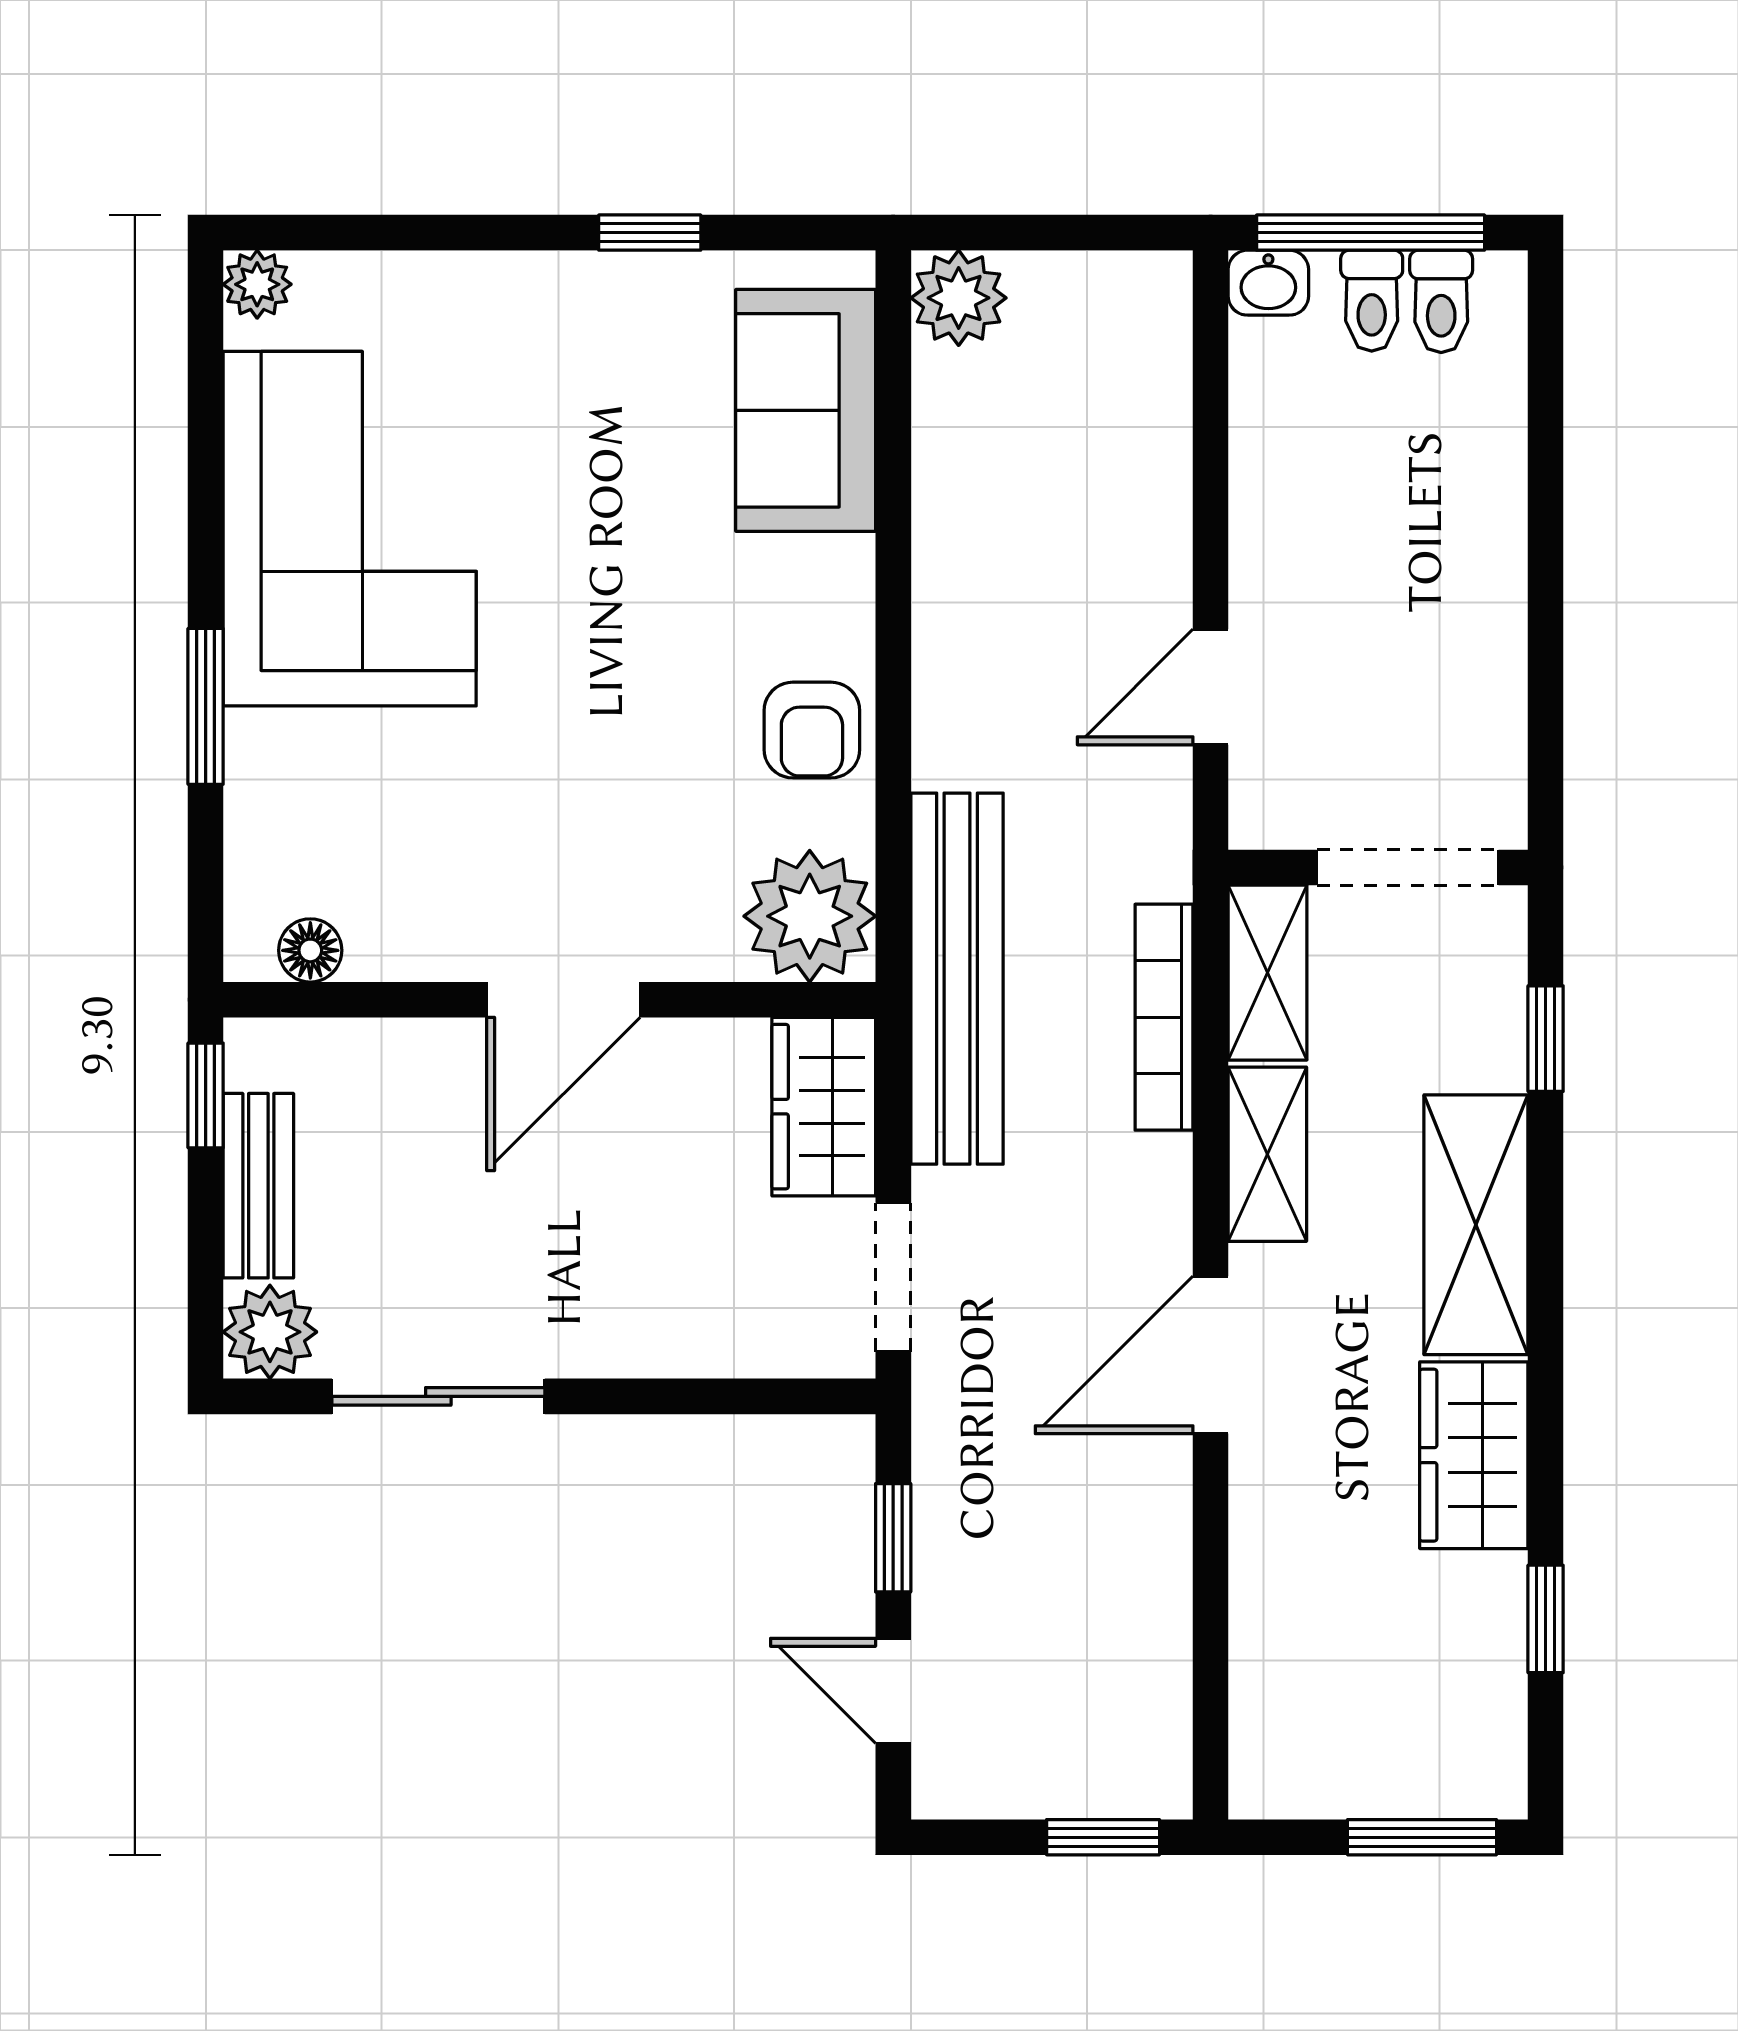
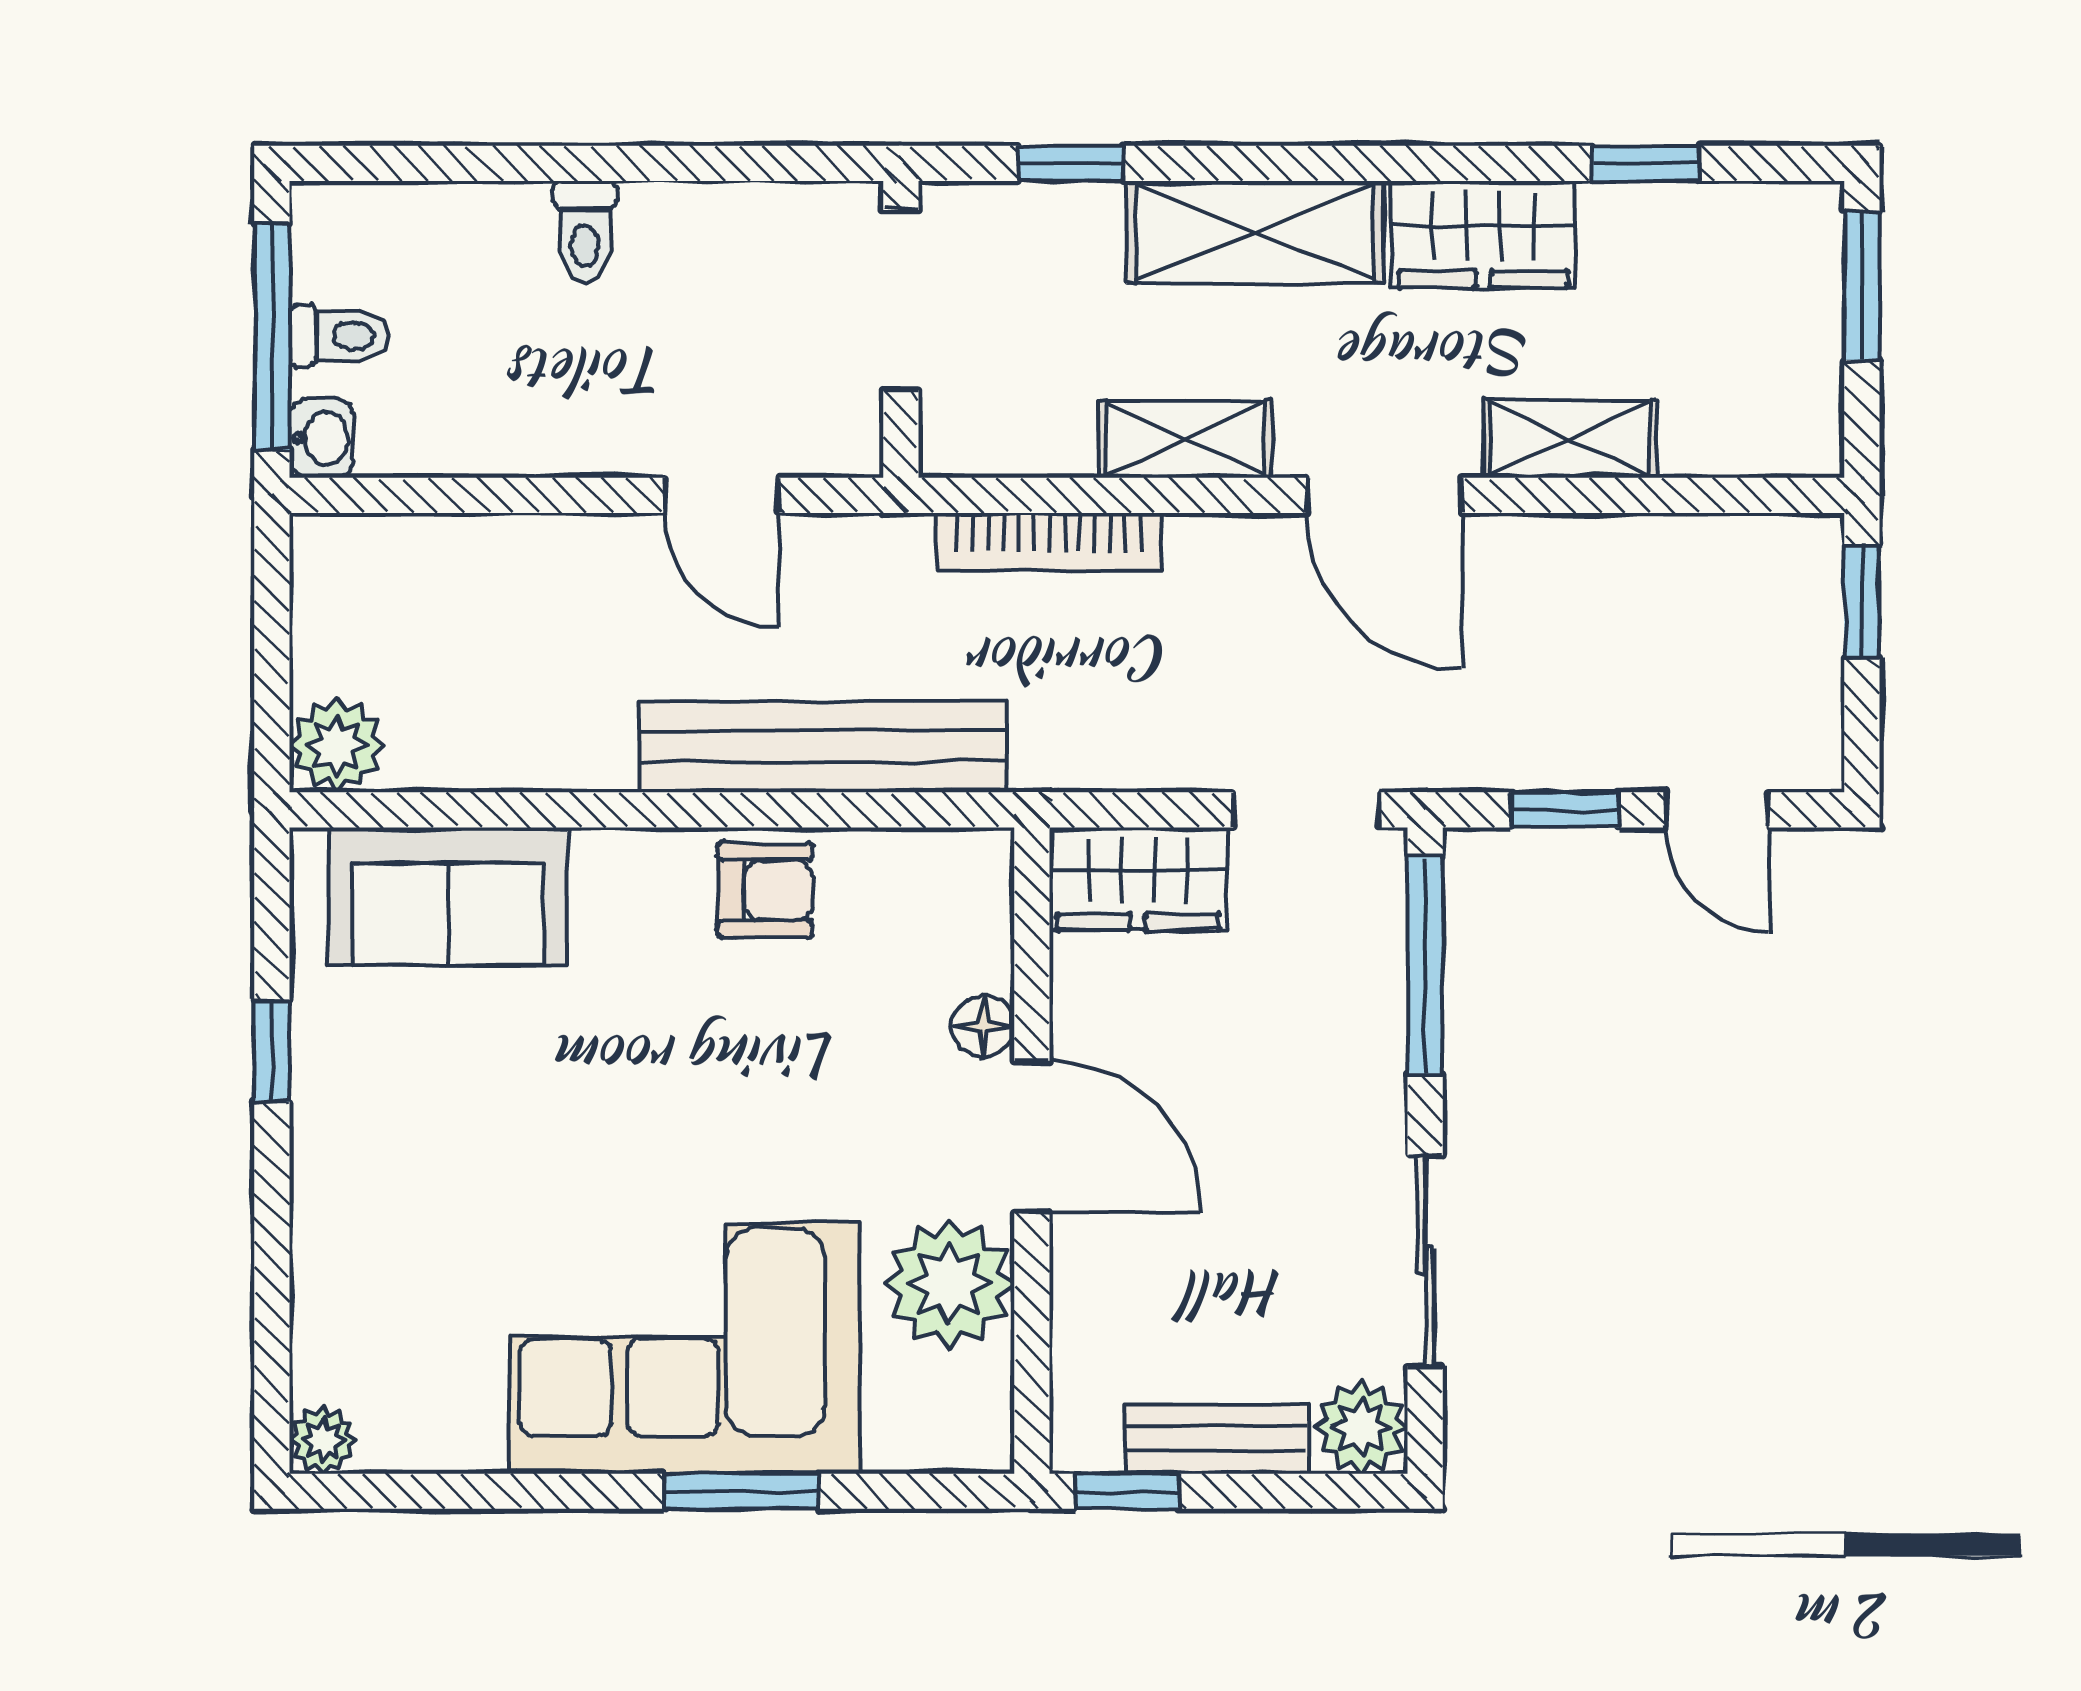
toilet: (1441, 301) -> (585, 231), moved, turned 90
corner sofa: (350, 529) -> (684, 1348), moved
plant: (810, 916) -> (949, 1284), moved
floor lamp: (310, 950) -> (983, 1026), moved
shelving: (1268, 973) -> (1570, 439), moved
bench: (957, 979) -> (823, 747), moved
window: (736, 1396) -> (1425, 965), added
door: (893, 1691) -> (1717, 810), hinge flipped

